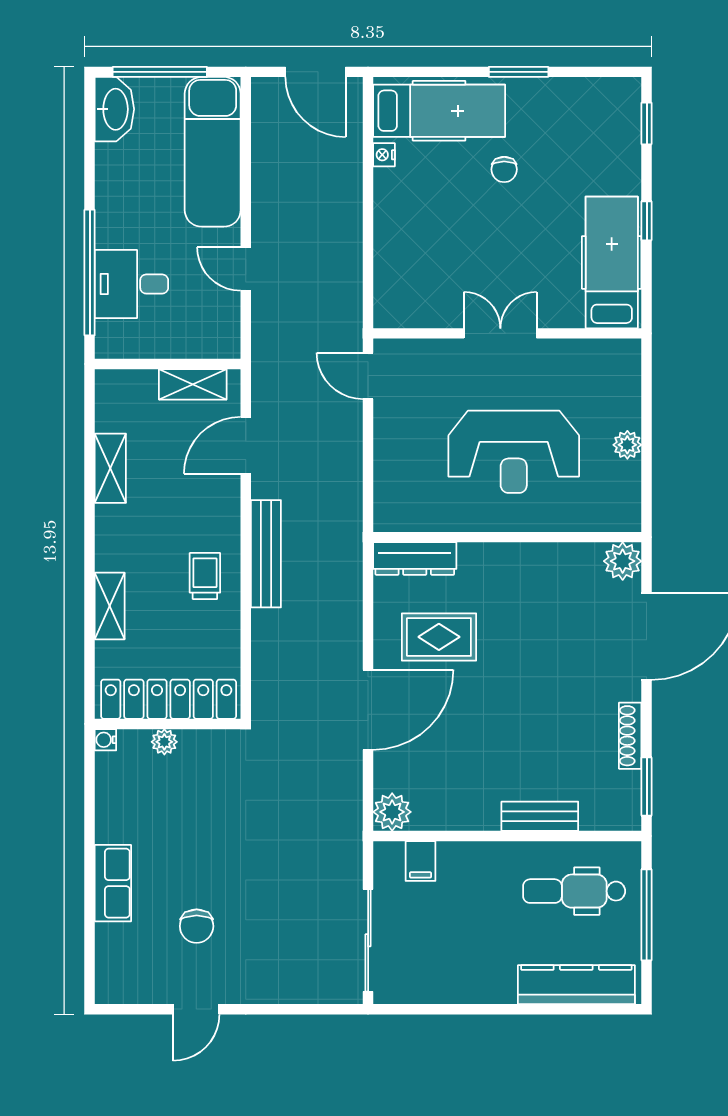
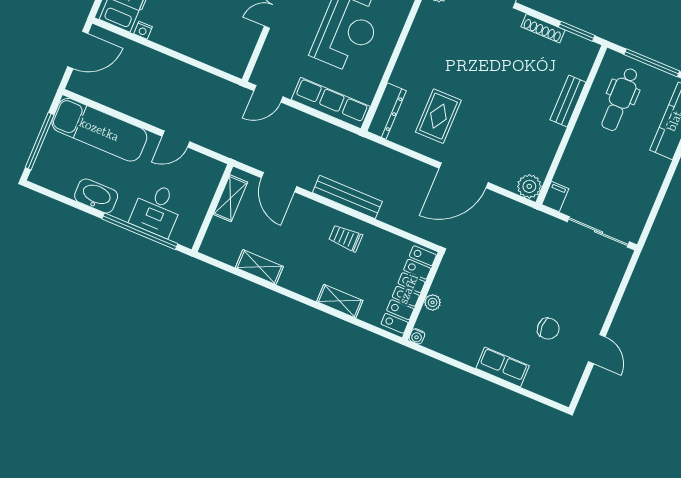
washbasin: (114, 109) -> (96, 196), moved
row of seats: (392, 472) -> (331, 103), added
door: (368, 710) -> (464, 175), swing flipped
filing cabinet: (421, 861) -> (555, 197), moved, turned -90

